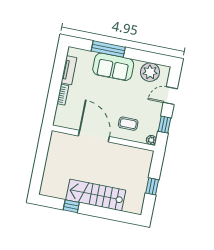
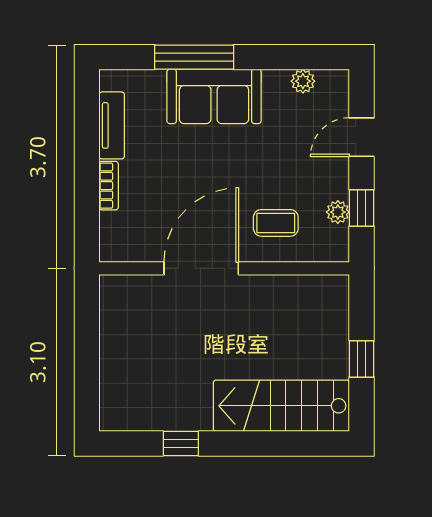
plant: (150, 72) -> (303, 81), width x0.53, depth x0.53
door: (94, 136) -> (201, 268), hinge flipped
plant: (151, 140) -> (338, 212), moved
stairs: (96, 195) -> (281, 406), moved

